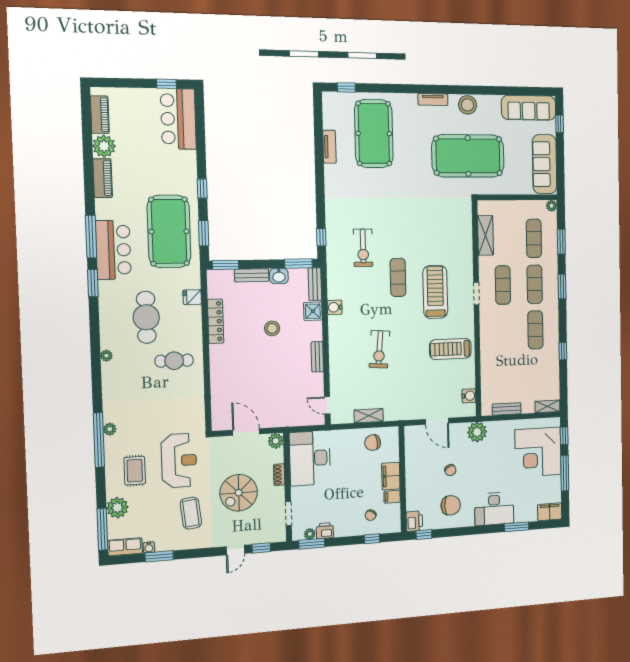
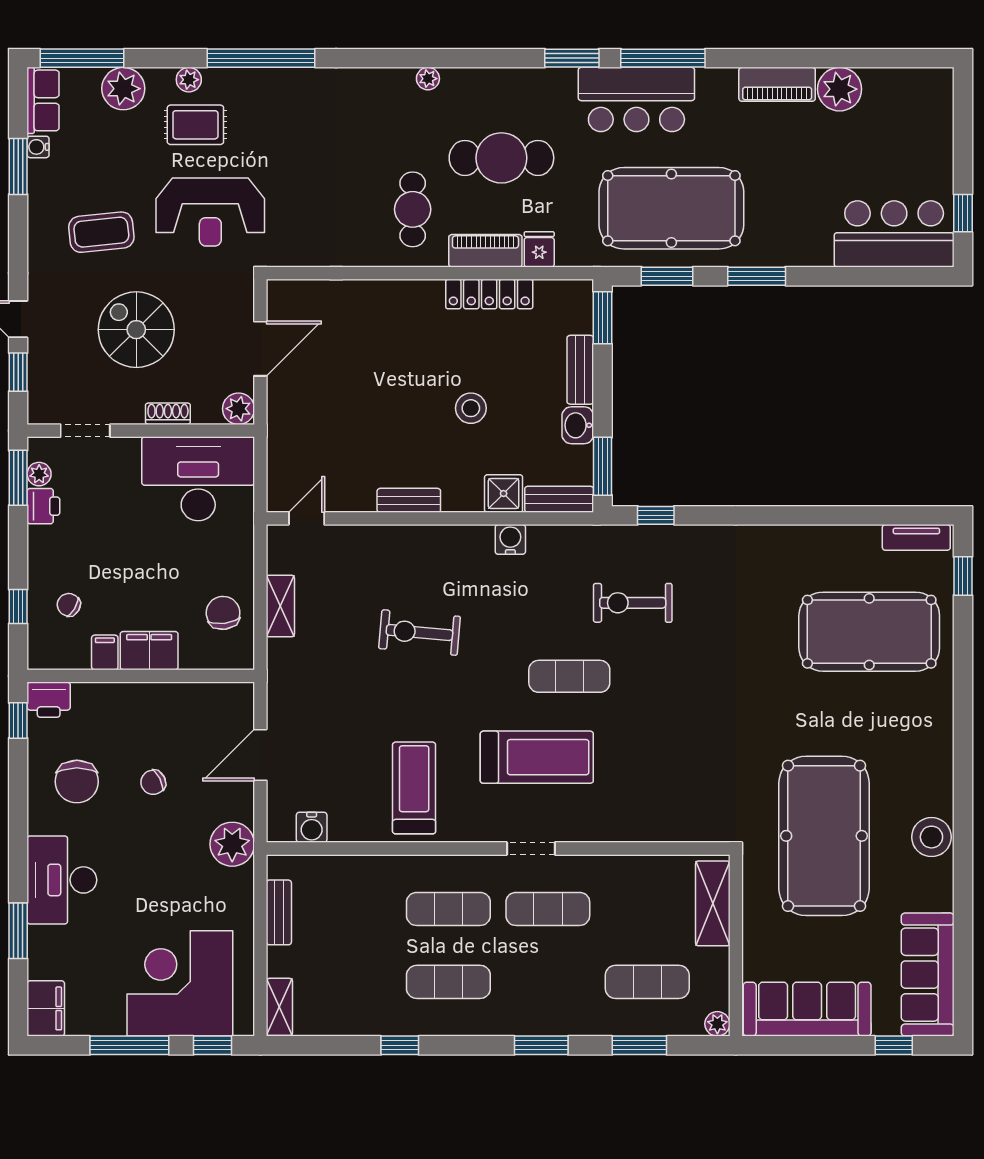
tv unit: (433, 99) -> (941, 761), removed
piano: (100, 115) -> (485, 251), moved, turned 180
tv unit: (329, 147) -> (916, 537), moved
window: (202, 188) -> (757, 276), width x1.50
shelving: (485, 235) -> (713, 903), moved, turned 90
exercise mat: (535, 284) -> (448, 909), moved
plant: (110, 429) -> (189, 80), moved

